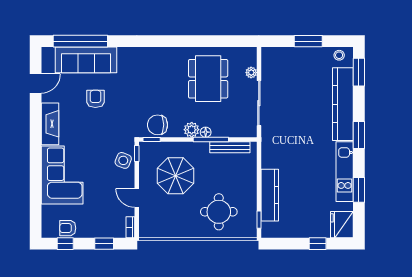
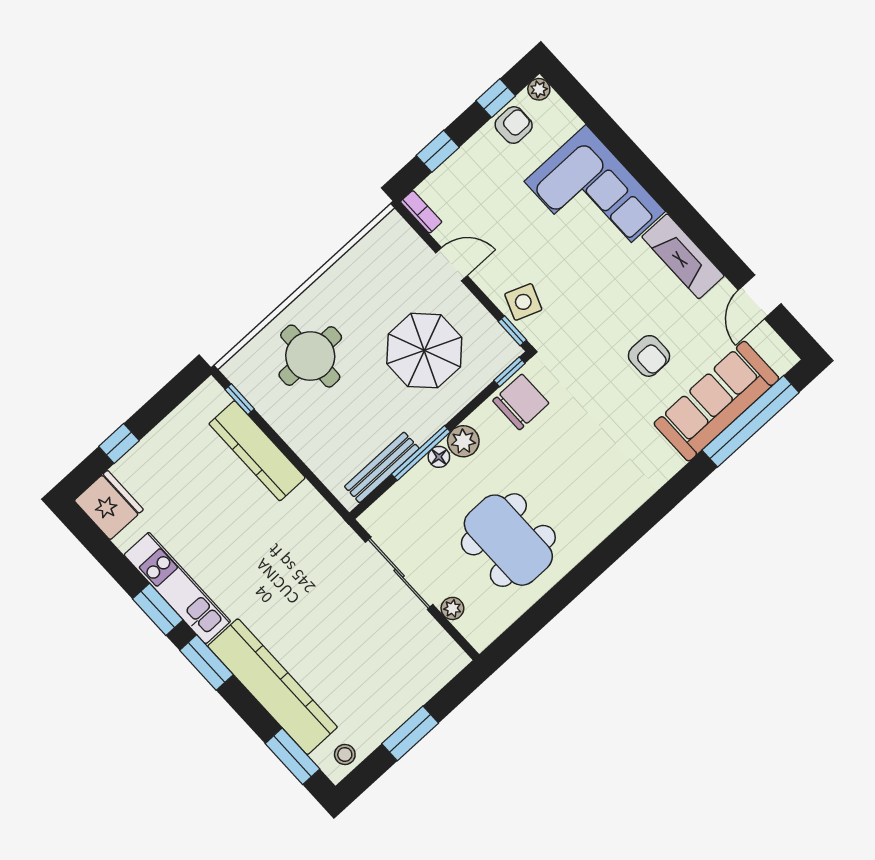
window: (359, 190) -> (158, 609), moved
plant: (47, 233) -> (539, 89), added

